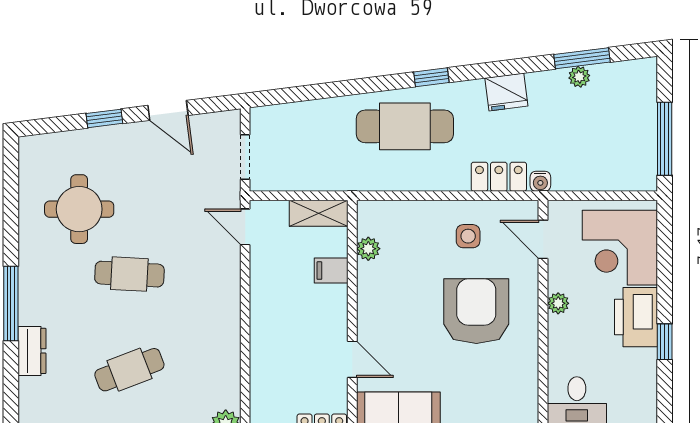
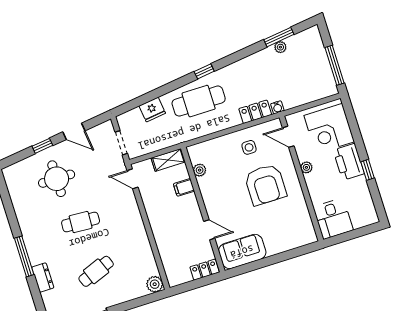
fridge: (506, 92) -> (152, 110), moved
round table: (79, 209) -> (57, 179), moved
armchair: (476, 311) -> (265, 185), turned 180

